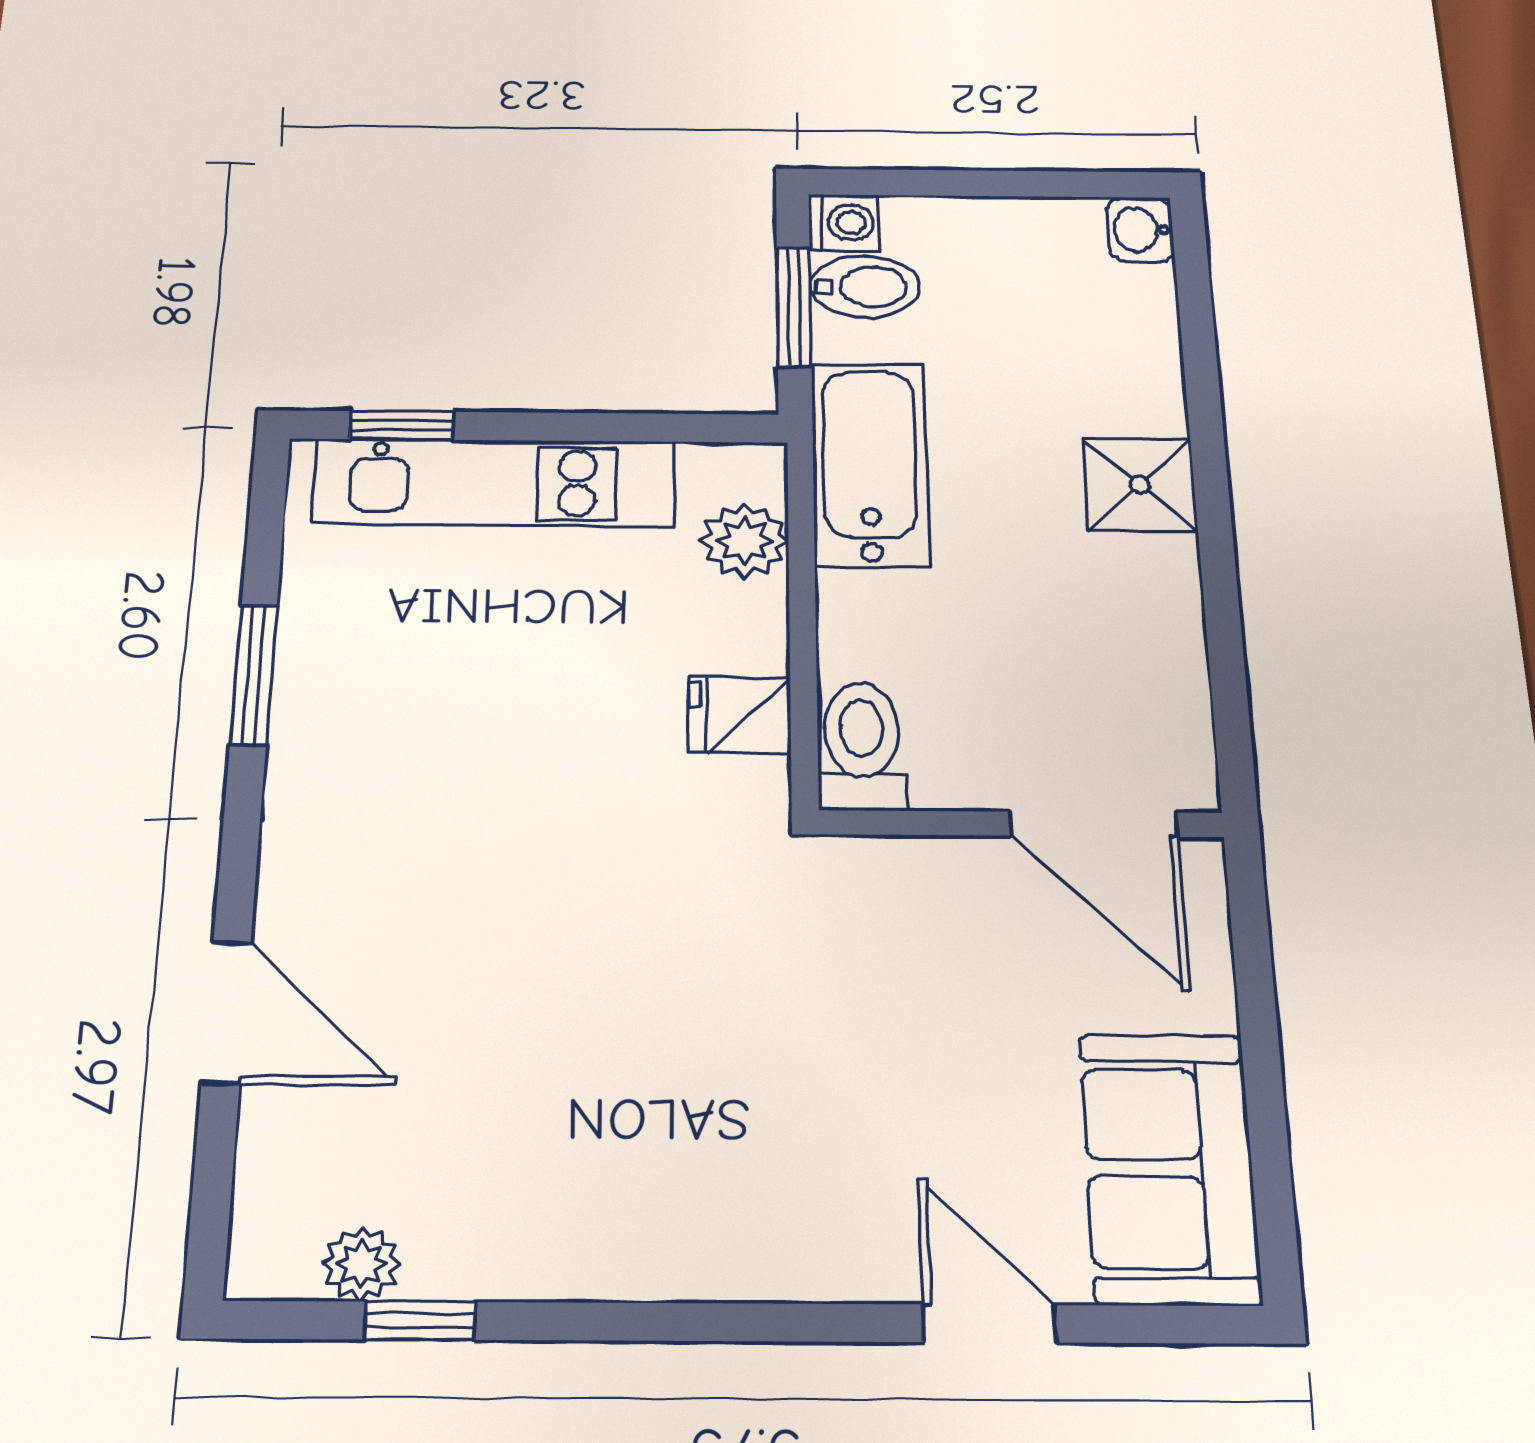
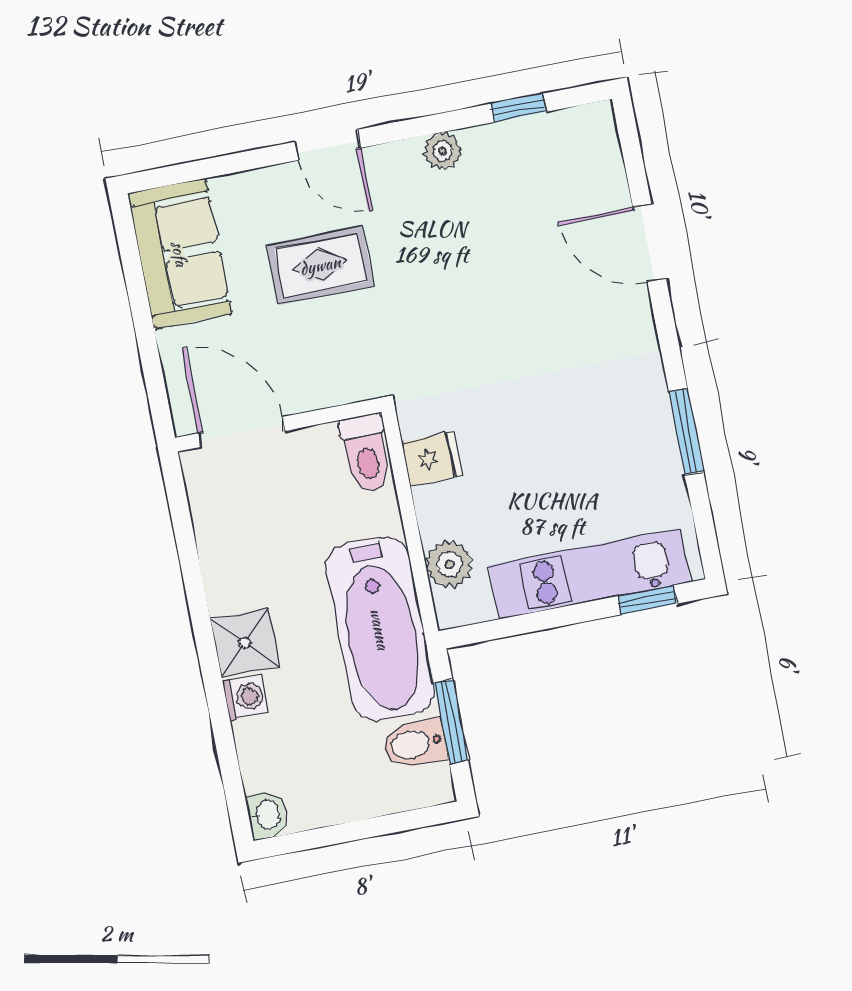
washing machine: (844, 223) -> (246, 697), moved, turned 180
bathtub: (870, 464) -> (380, 629), width x1.36, depth x1.36
rug: (889, 1093) -> (320, 265), added
plant: (361, 1264) -> (443, 151), moved
door: (989, 1323) -> (328, 145), moved

